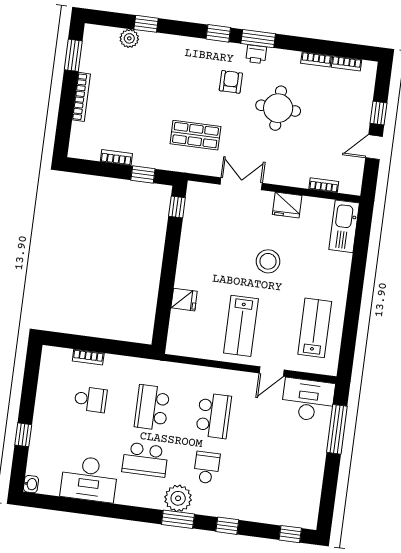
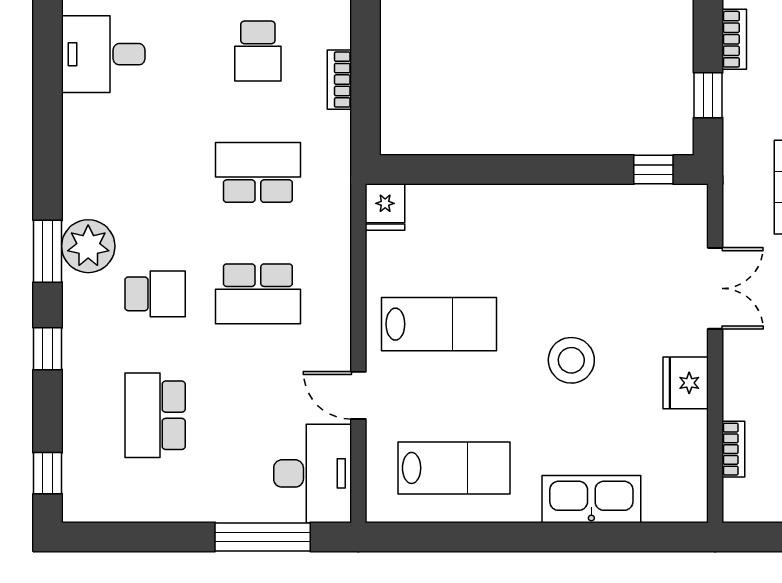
kitchen sink: (344, 226) -> (591, 499), moved
fridge: (184, 300) -> (385, 207), moved
lab bench: (241, 326) -> (439, 324), turned 180
bookcase: (88, 357) -> (339, 80), moved
school desk: (145, 460) -> (155, 415), moved
desk: (89, 479) -> (103, 54), width x0.73

